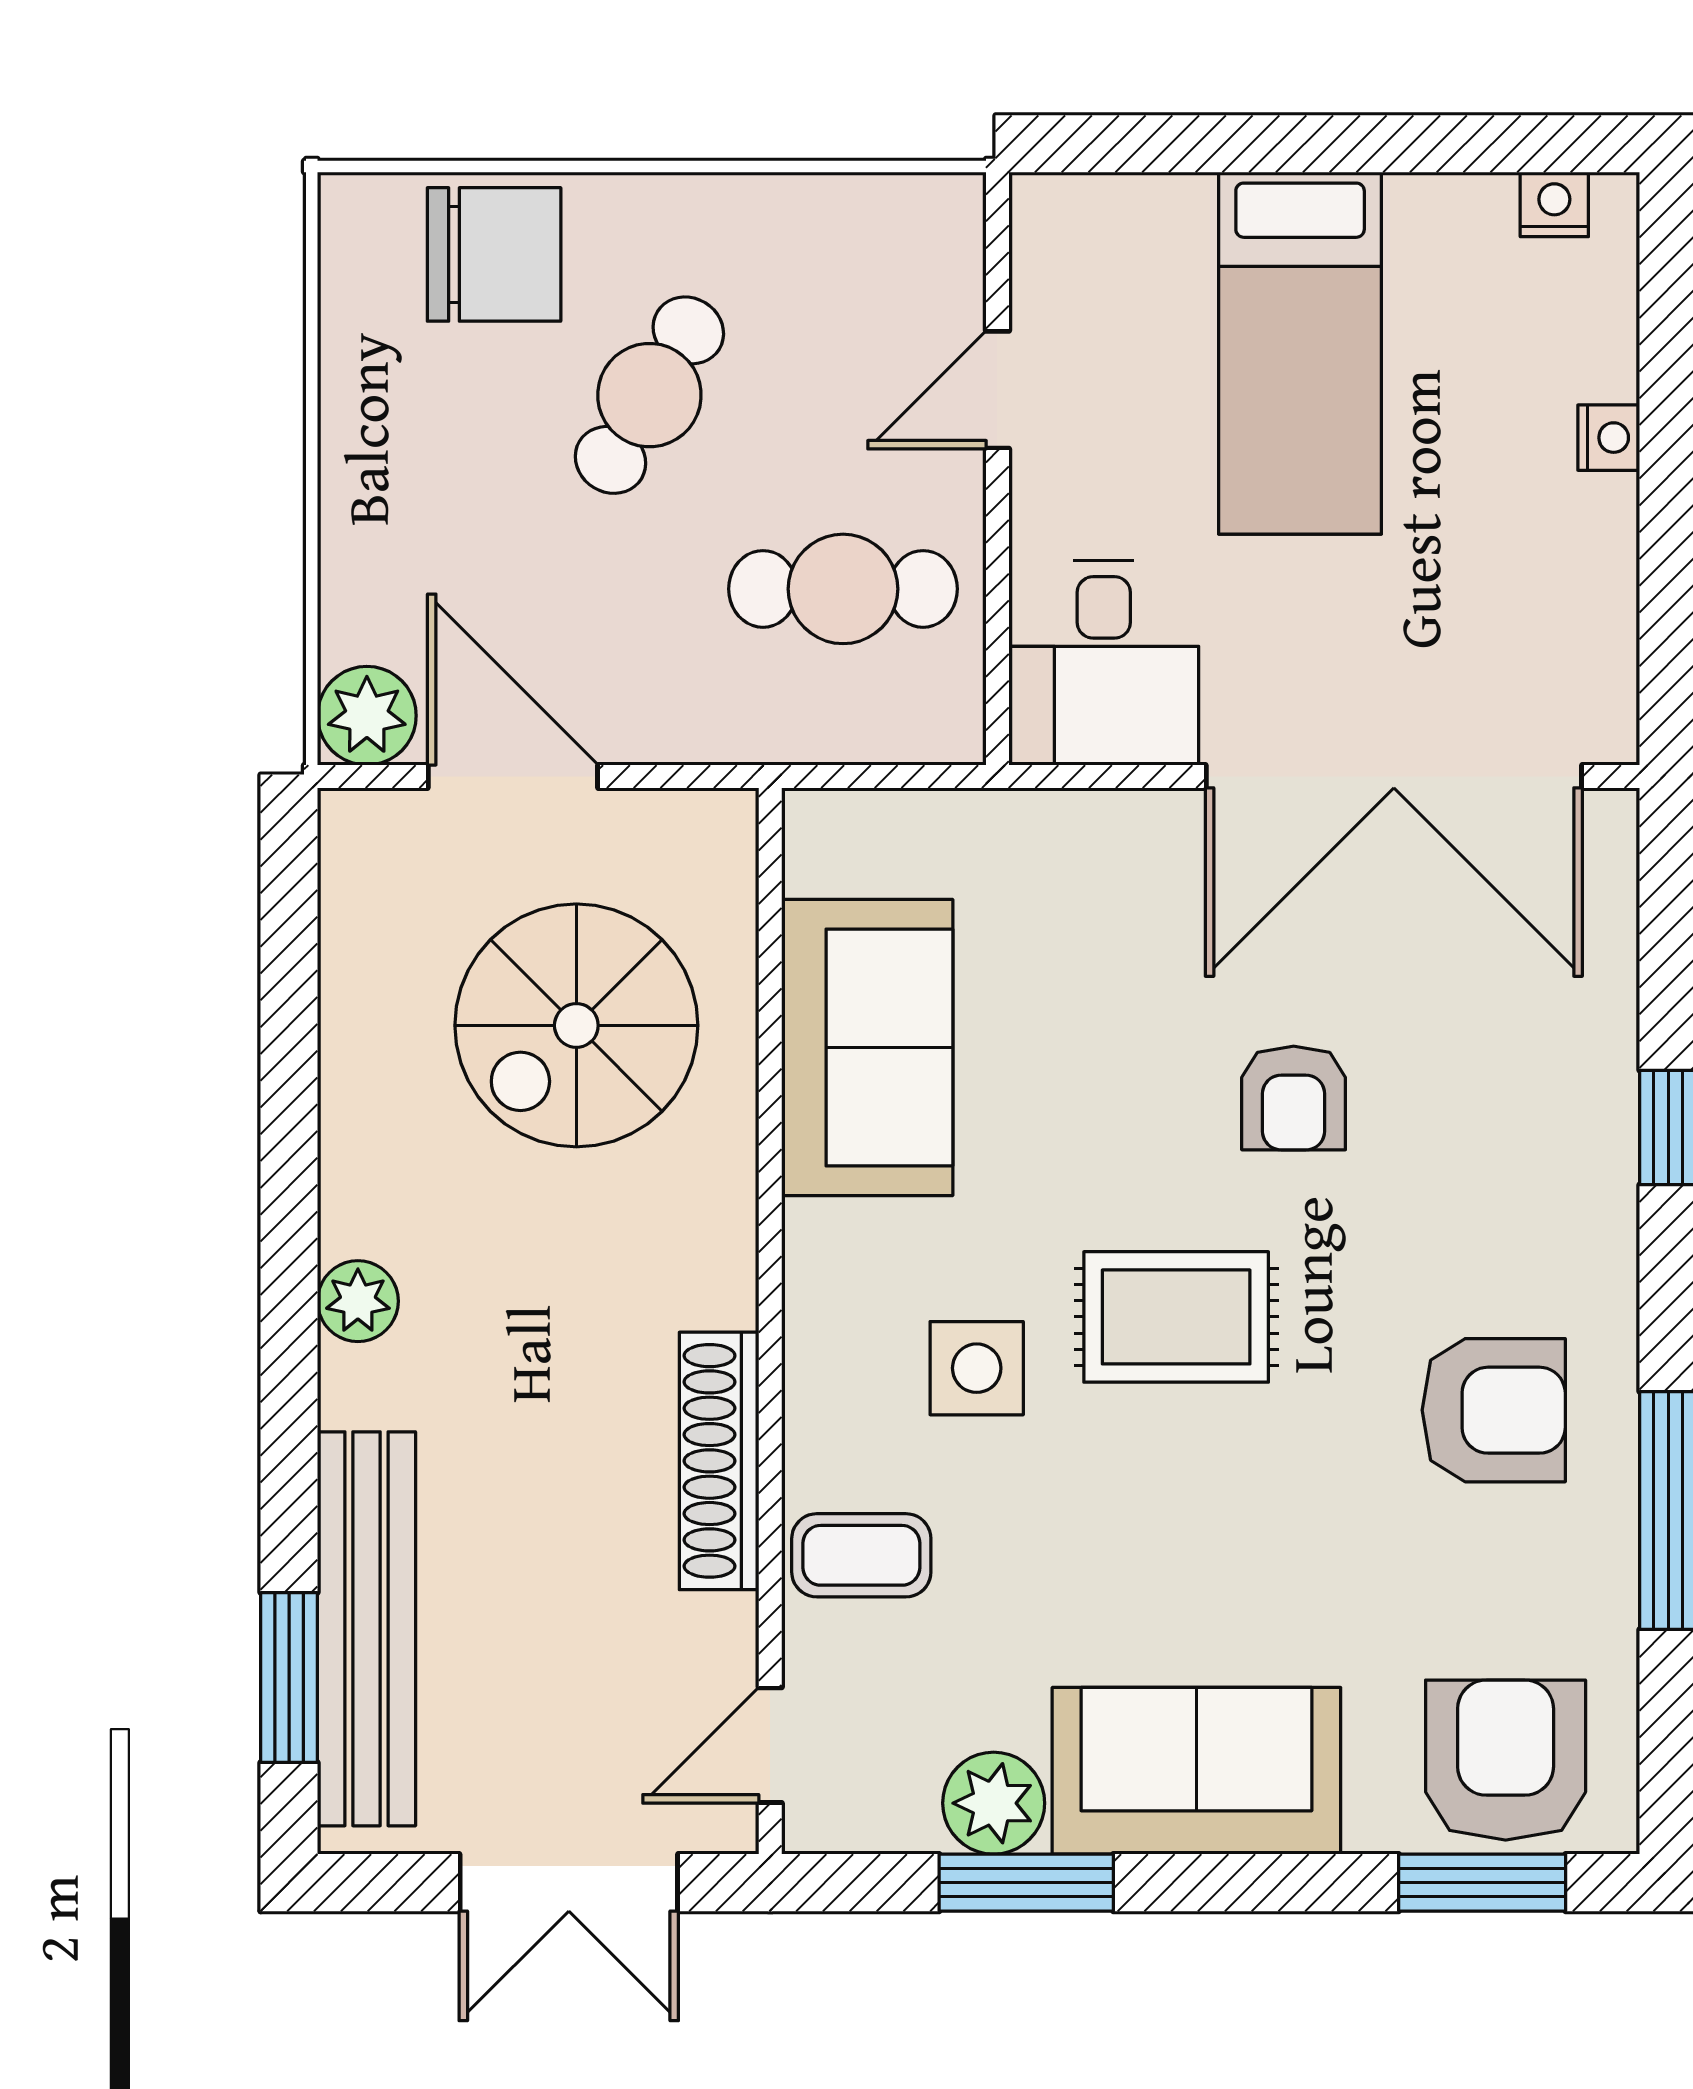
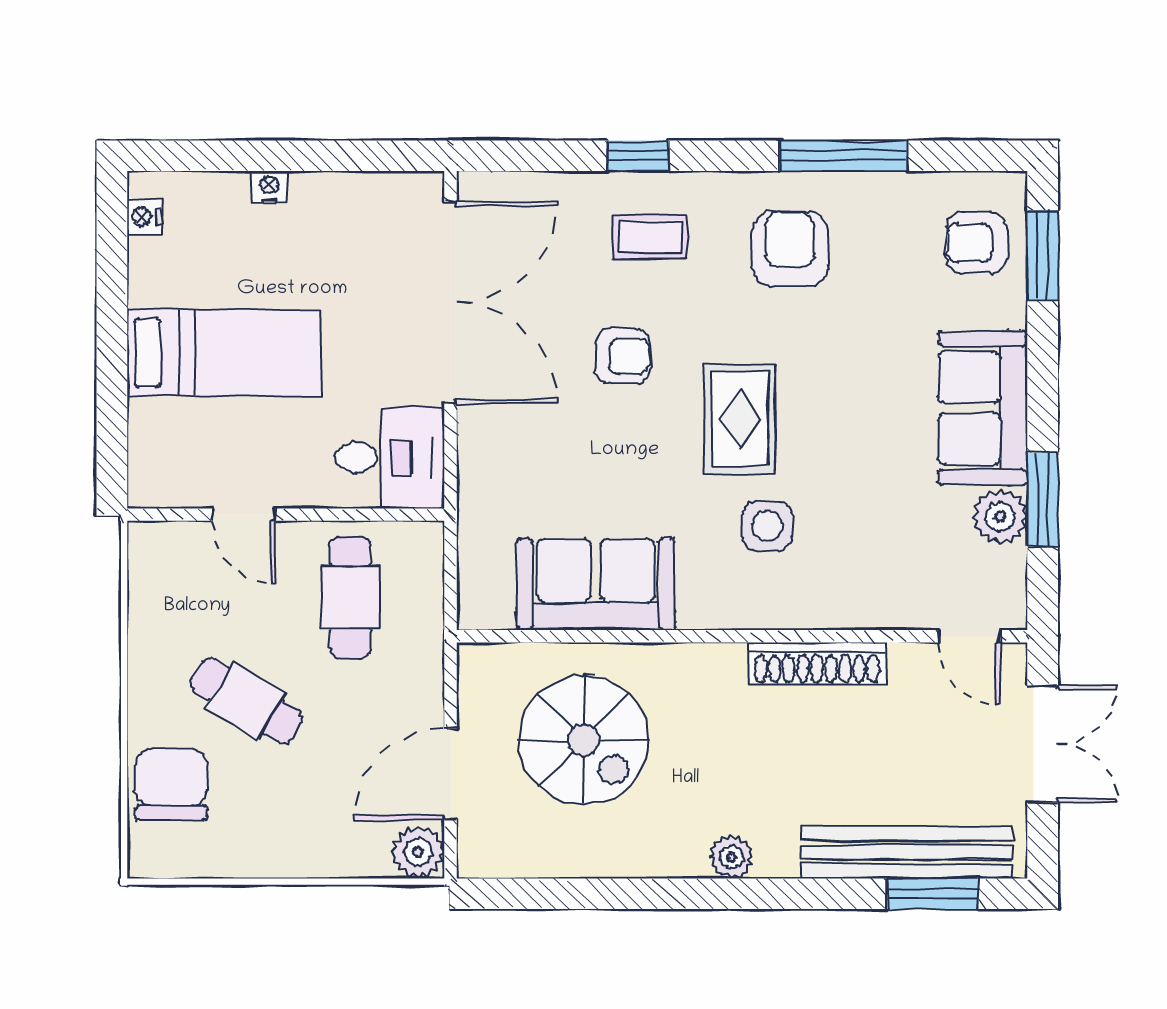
coffee table: (861, 1555) -> (650, 236), moved, turned 90
armchair: (1506, 1760) -> (977, 243), width x0.72, depth x0.72

